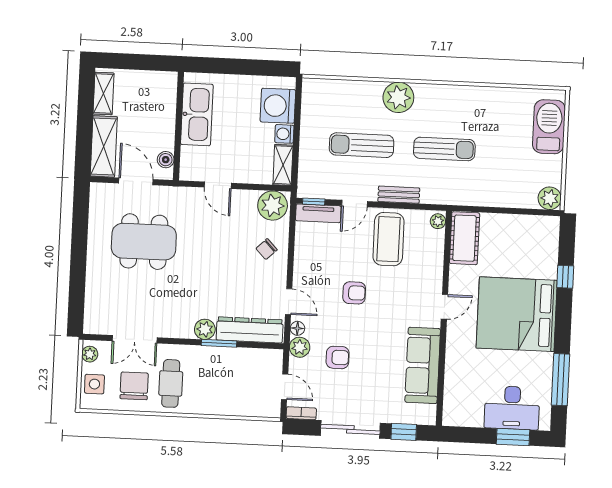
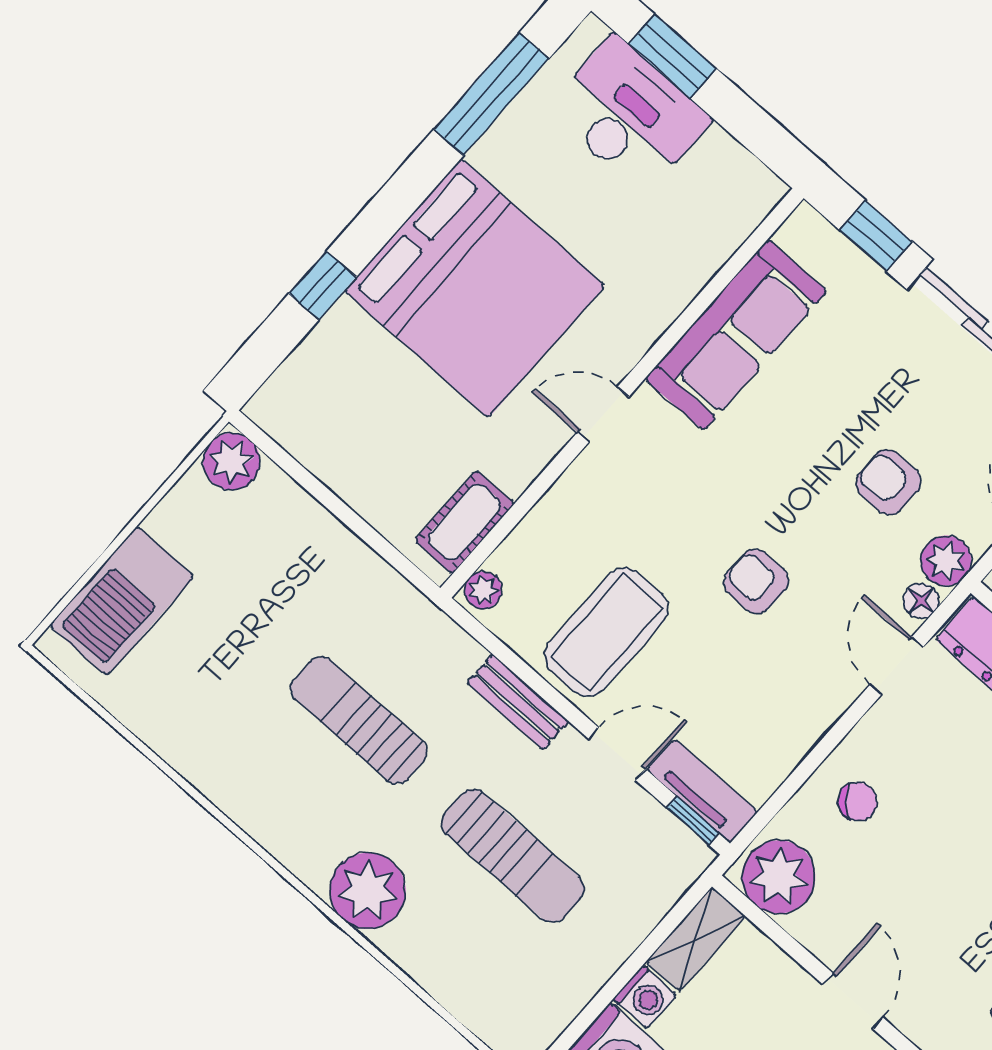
cot: (465, 238) -> (464, 522), width x0.73, depth x0.75

